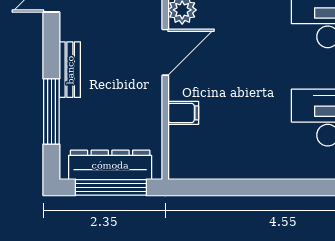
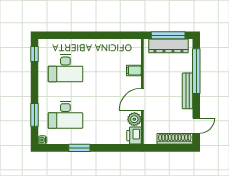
bench: (70, 70) -> (188, 91), width x1.36
window: (51, 112) -> (196, 71), width x1.46

